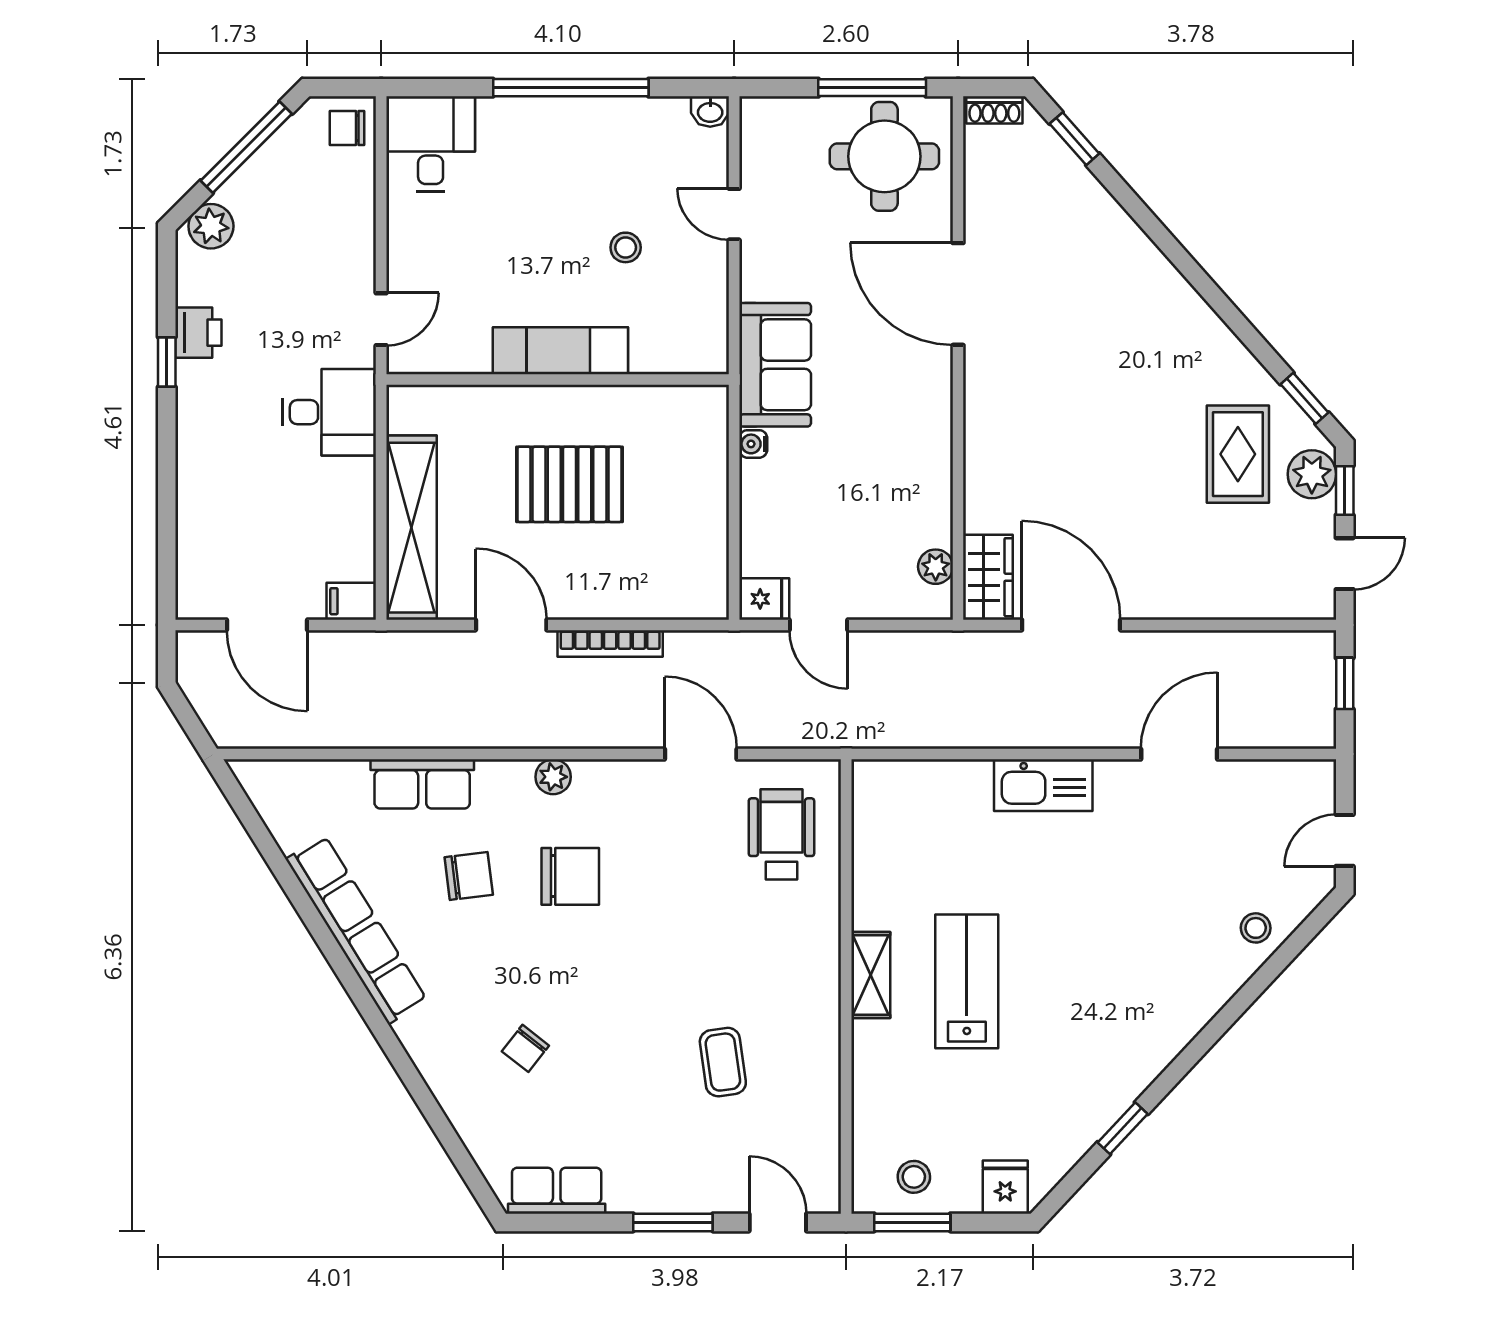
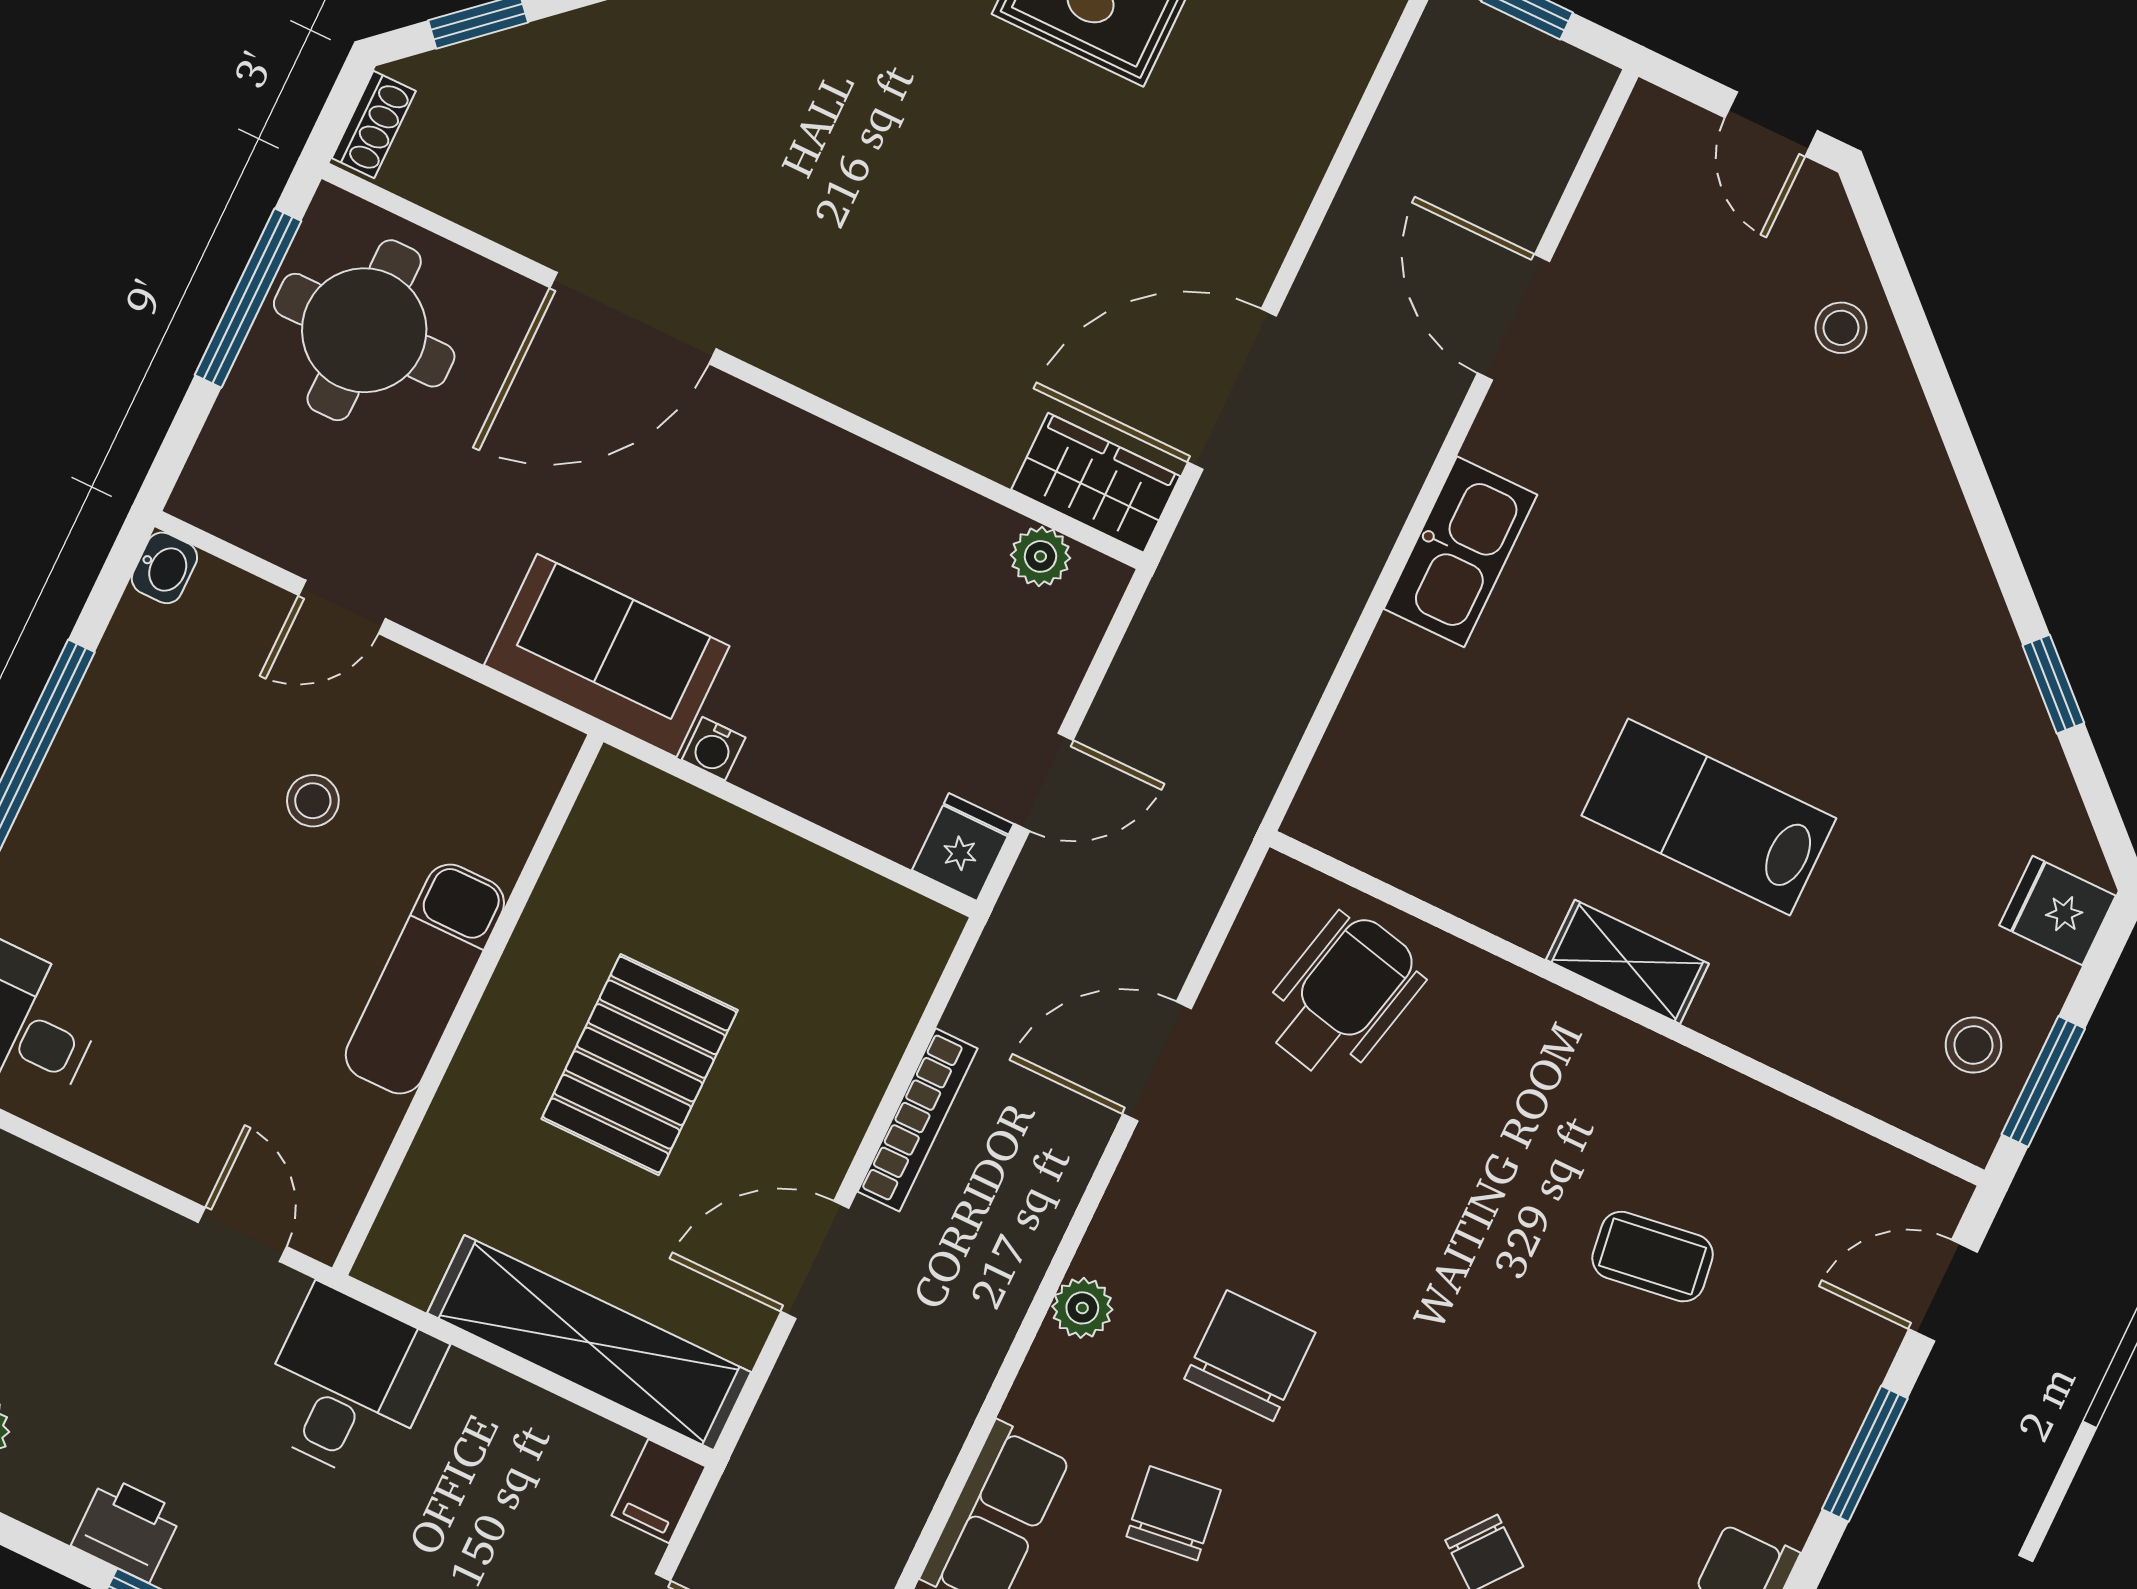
wheelchair: (781, 834) -> (1342, 996), turned 103

